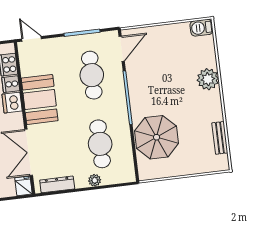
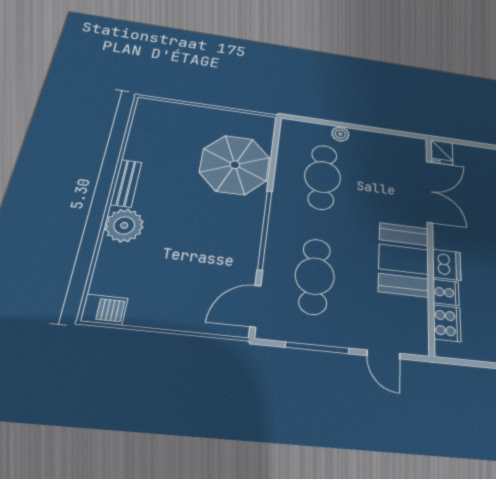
door: (32, 39) -> (383, 354), moved
bench: (220, 138) -> (126, 183), moved
dresser: (57, 184) -> (394, 142), removed

